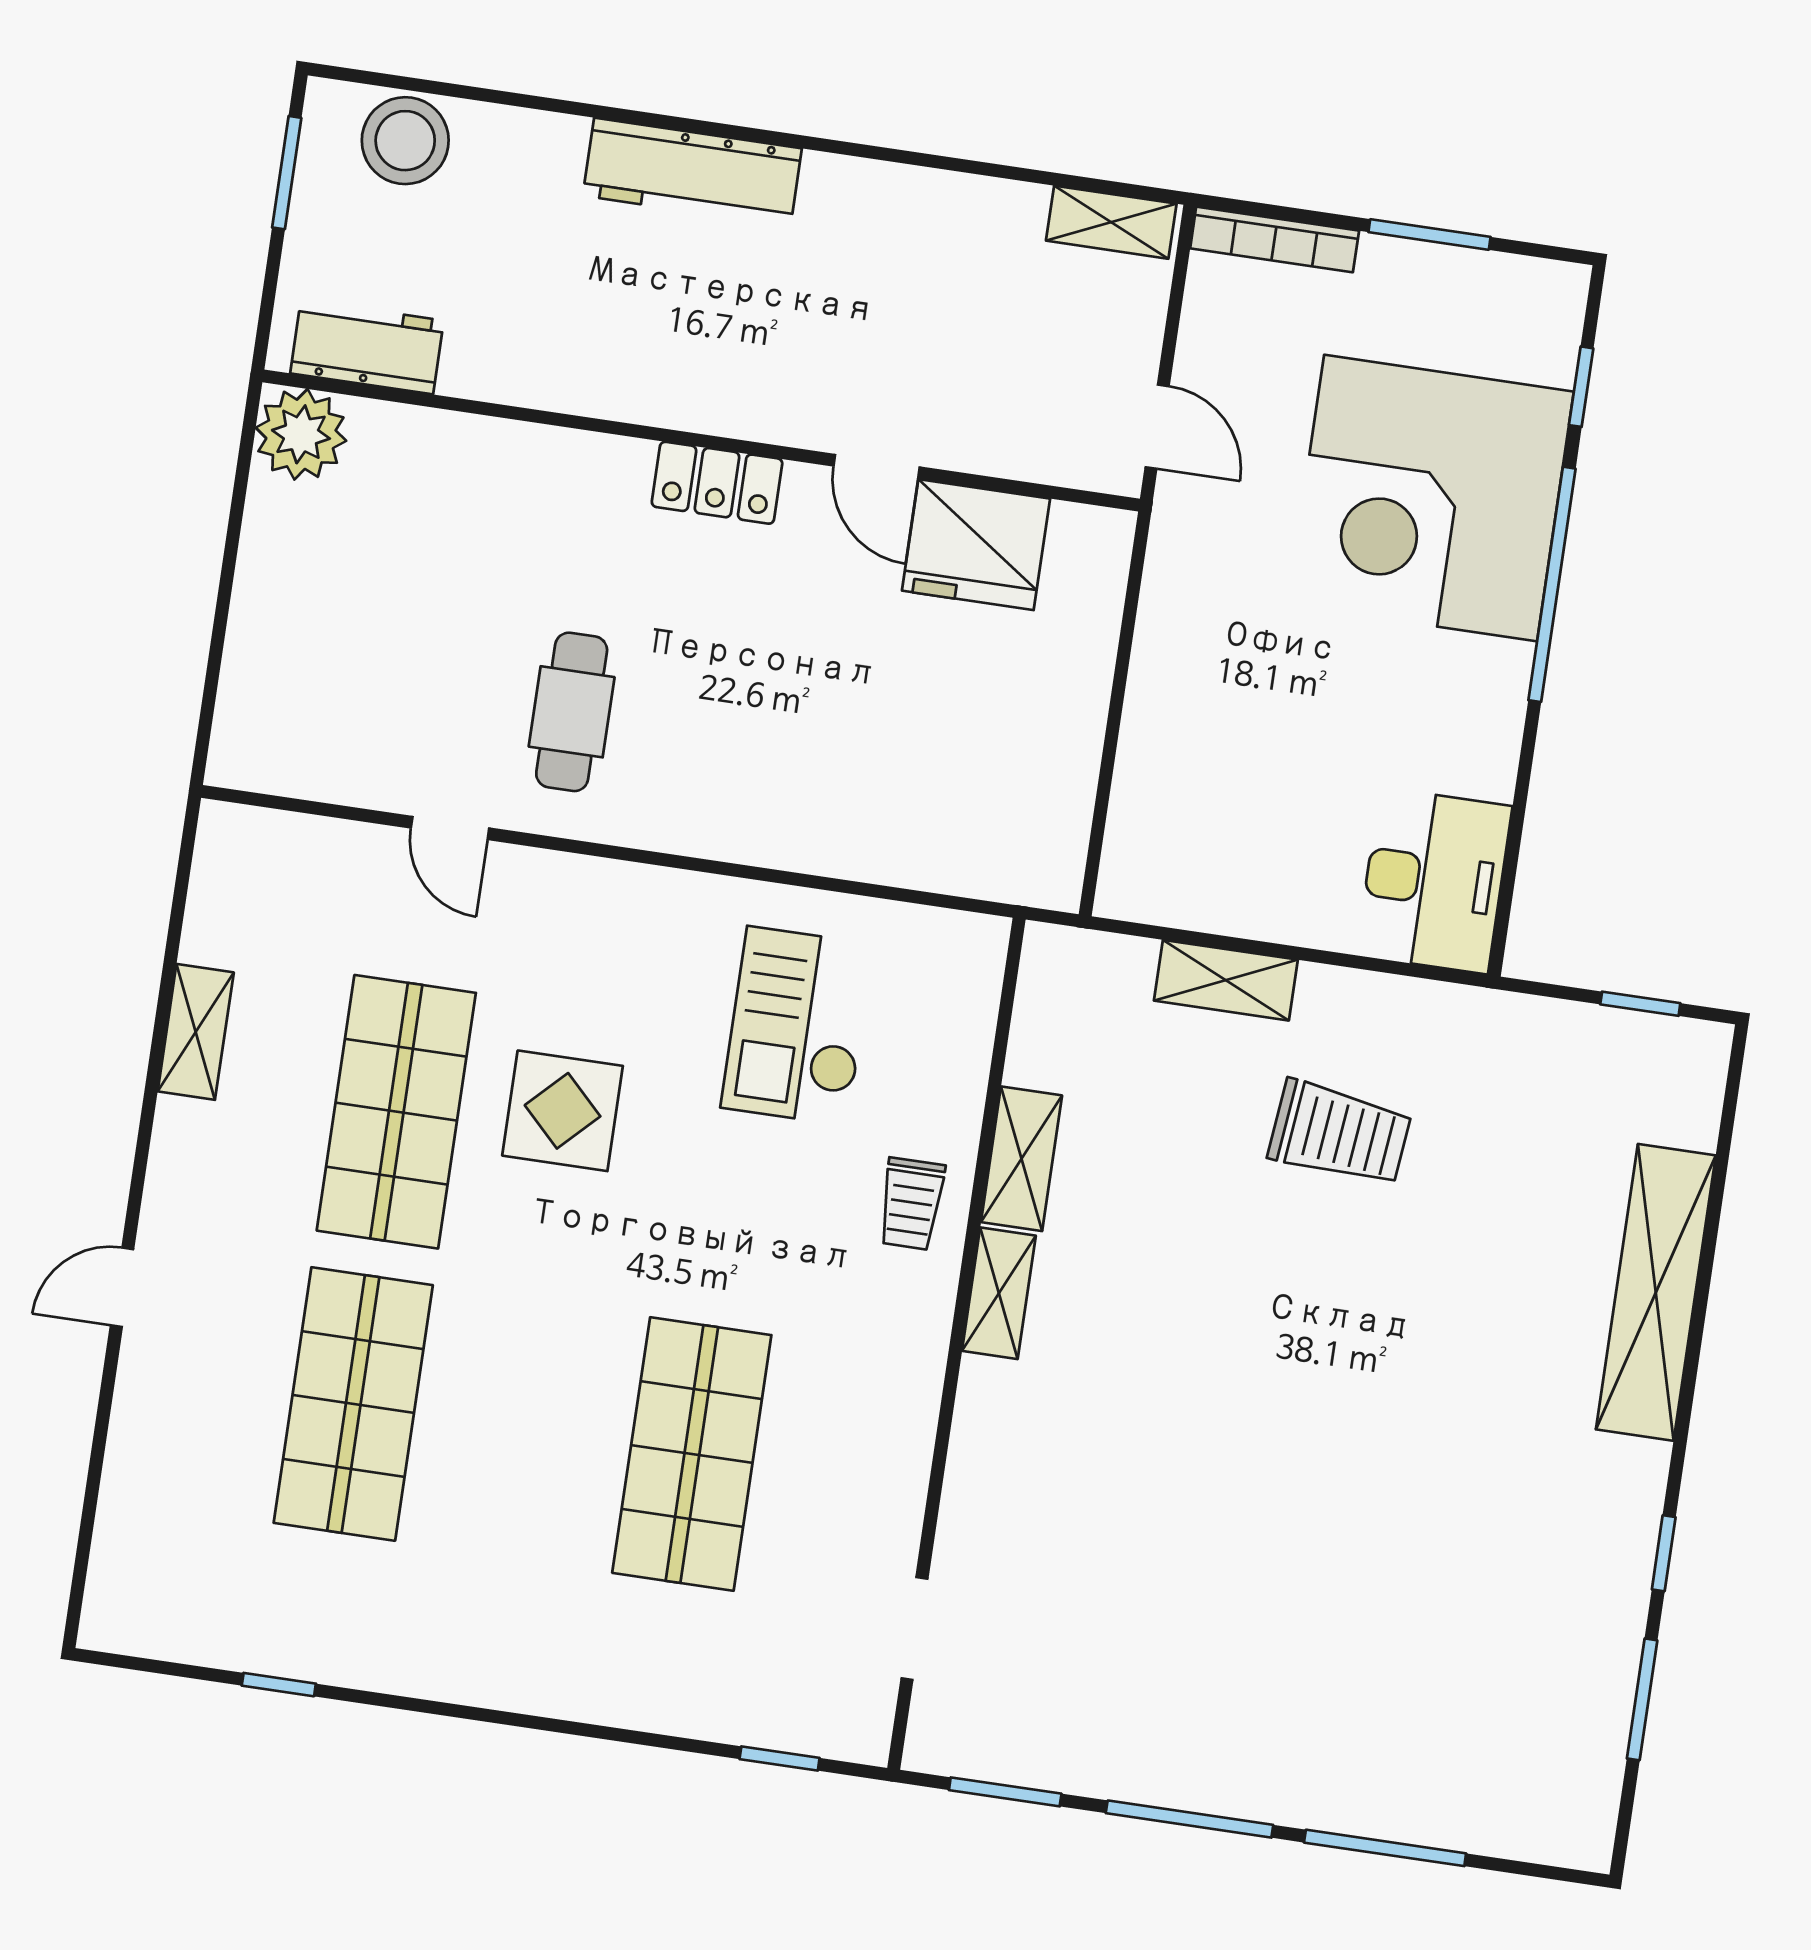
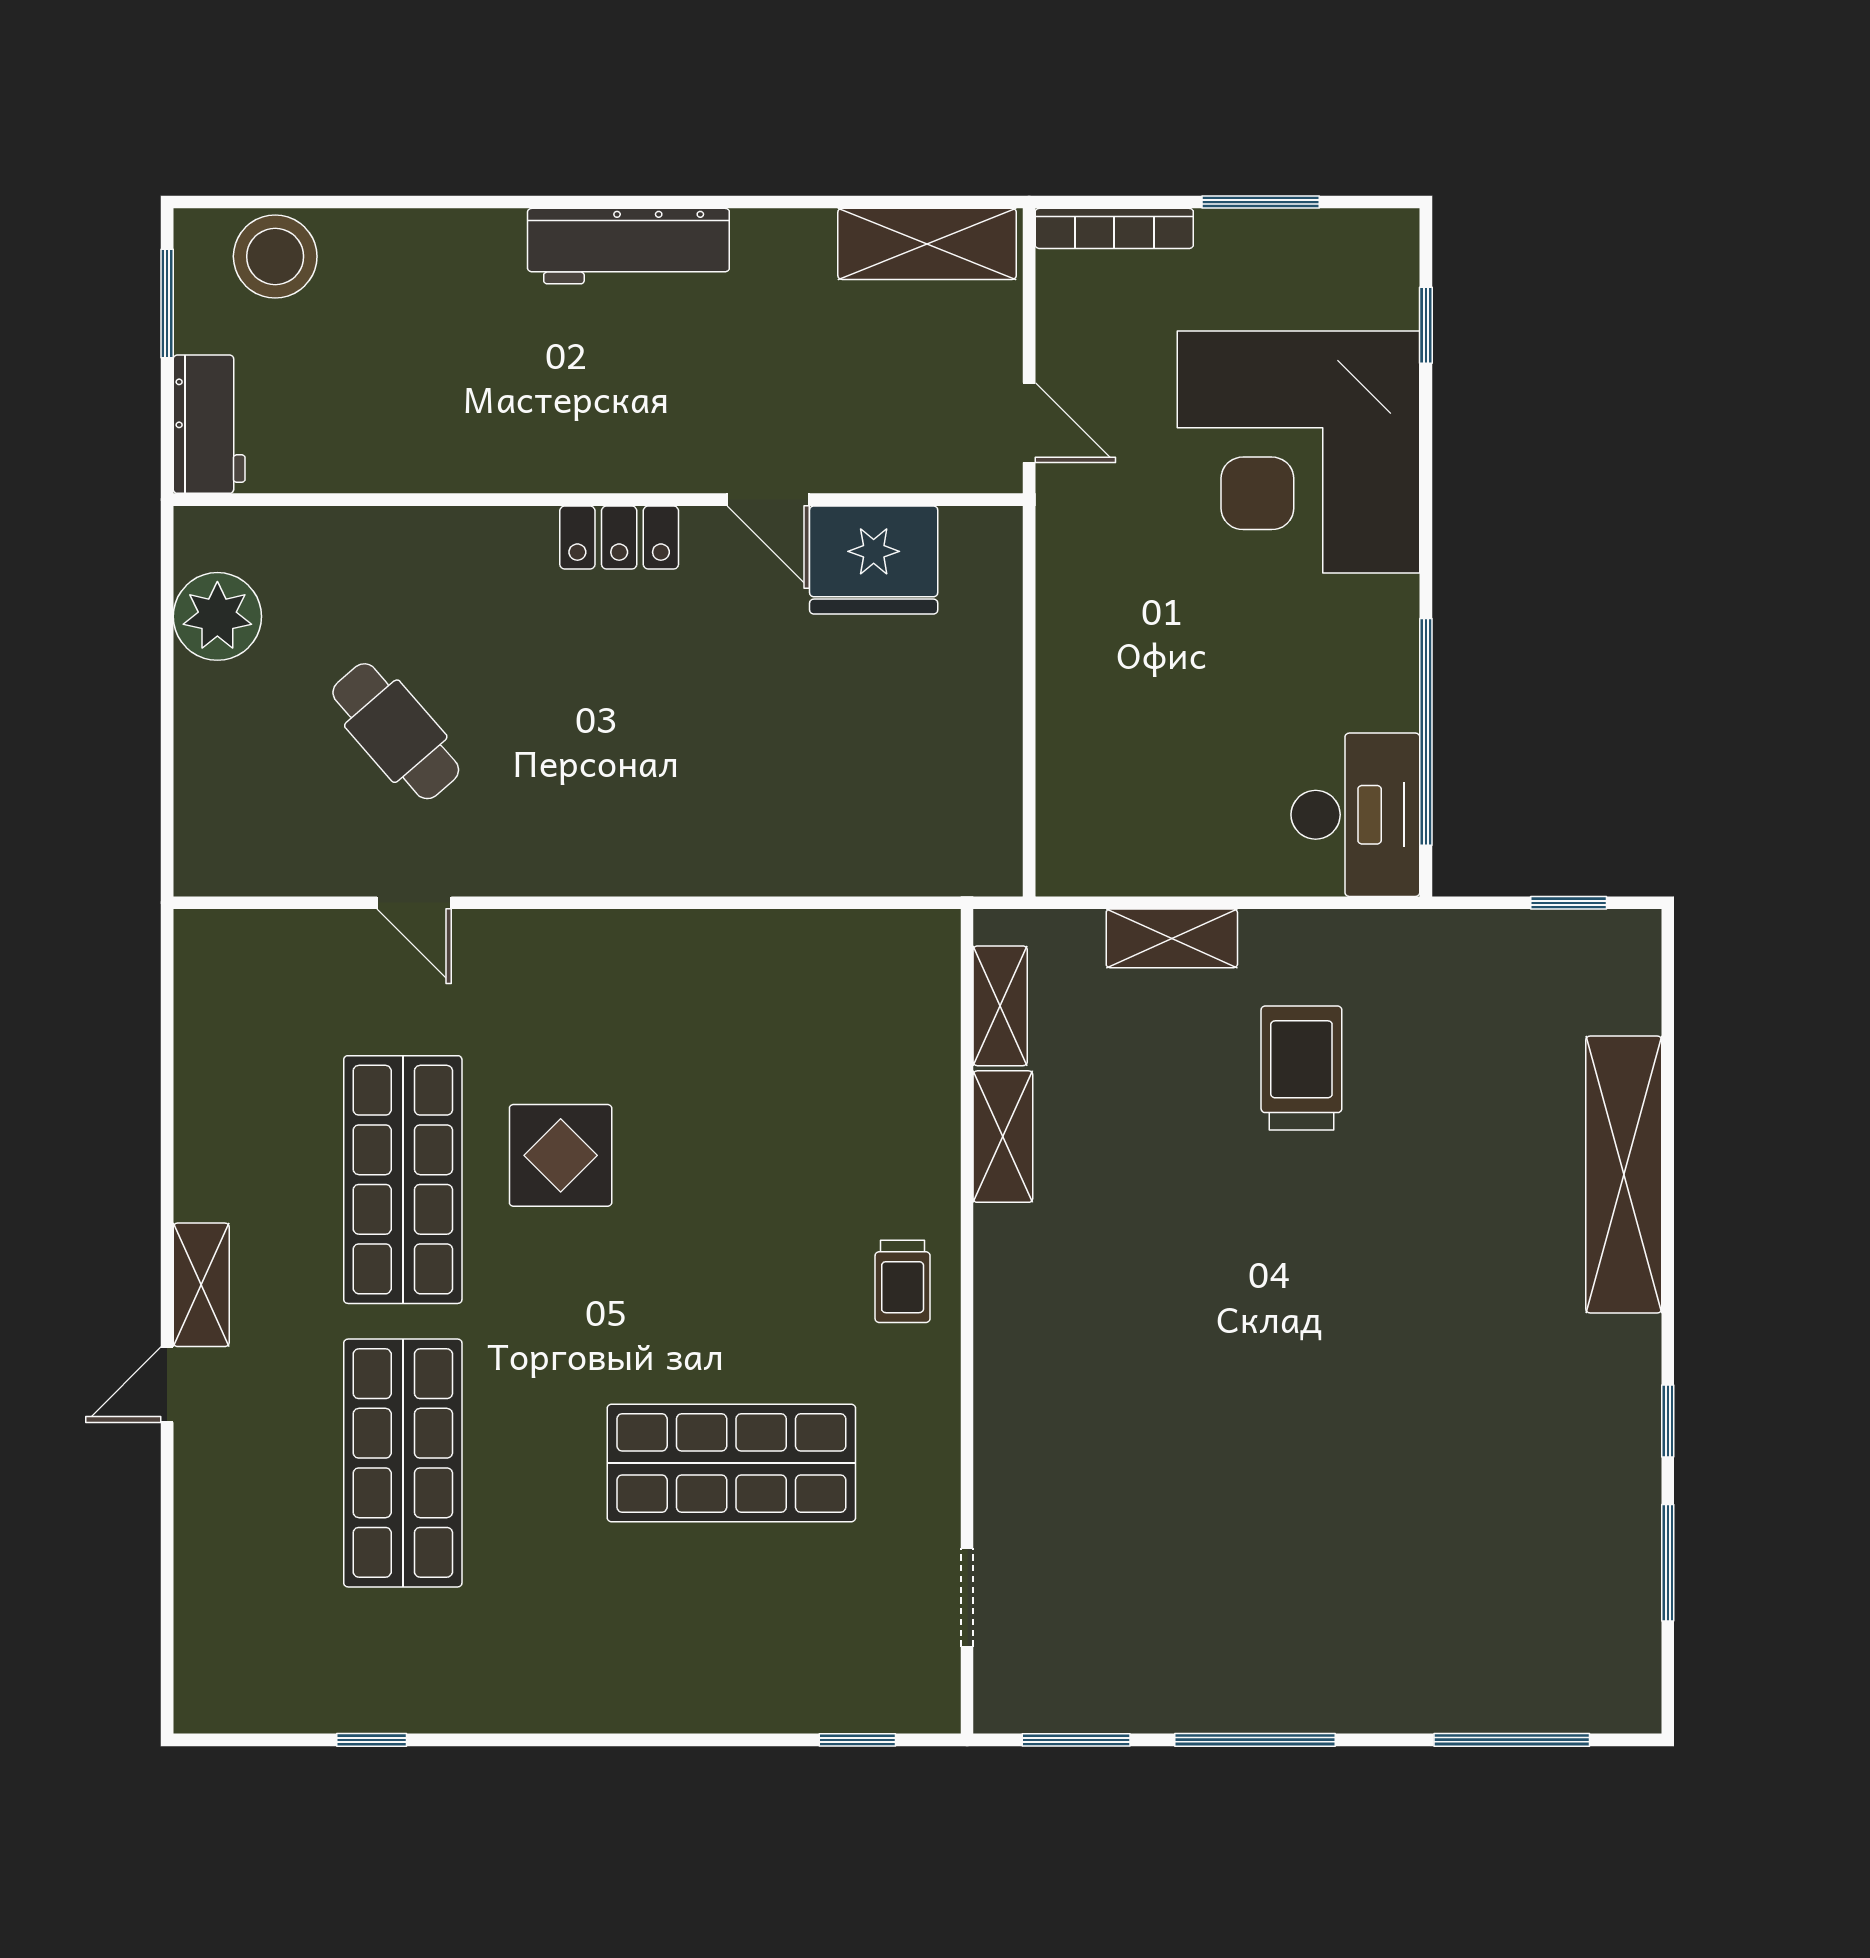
workbench: (692, 172) -> (628, 246), moved
shelving: (1111, 222) -> (927, 244), width x1.50, depth x1.33
workbench: (367, 347) -> (209, 424), moved, turned 90
plant: (301, 434) -> (217, 616), moved
window: (1552, 584) -> (1426, 732), moved
cafe table: (572, 712) -> (396, 731), moved, turned -41
checkout: (798, 1026) -> (772, 1042), removed
shelving: (196, 1032) -> (201, 1285), moved
trolley: (1340, 1133) -> (1301, 1068), turned -96
trolley: (911, 1204) -> (903, 1281), moved
shelving: (999, 1293) -> (1000, 1006), moved
shop shelf: (692, 1454) -> (731, 1463), turned 90
window: (1385, 1848) -> (1512, 1740), moved

